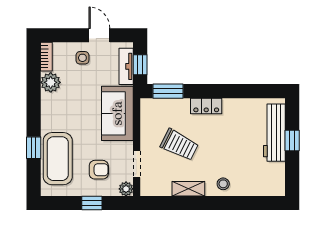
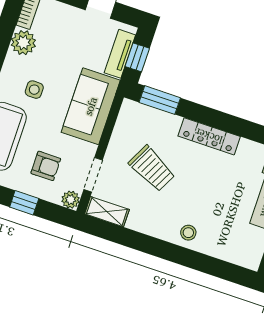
side table: (82, 58) -> (34, 90), moved
locker: (206, 106) -> (209, 136), width x1.53
shelving: (188, 189) -> (107, 212), moved

